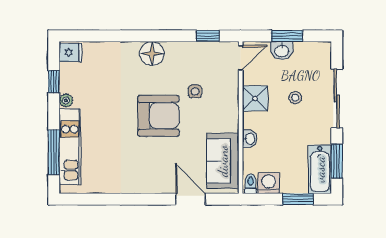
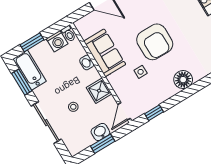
armchair: (158, 116) -> (155, 42), turned -90
sofa: (223, 161) -> (105, 53), moved

